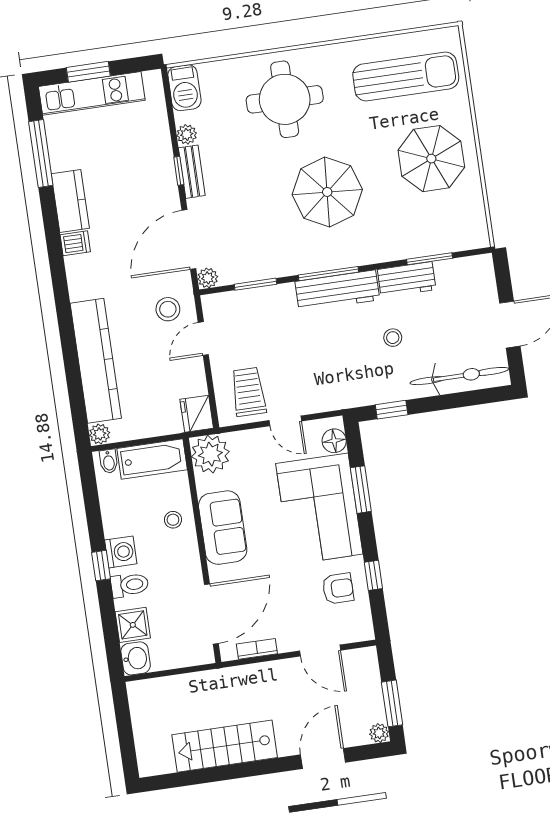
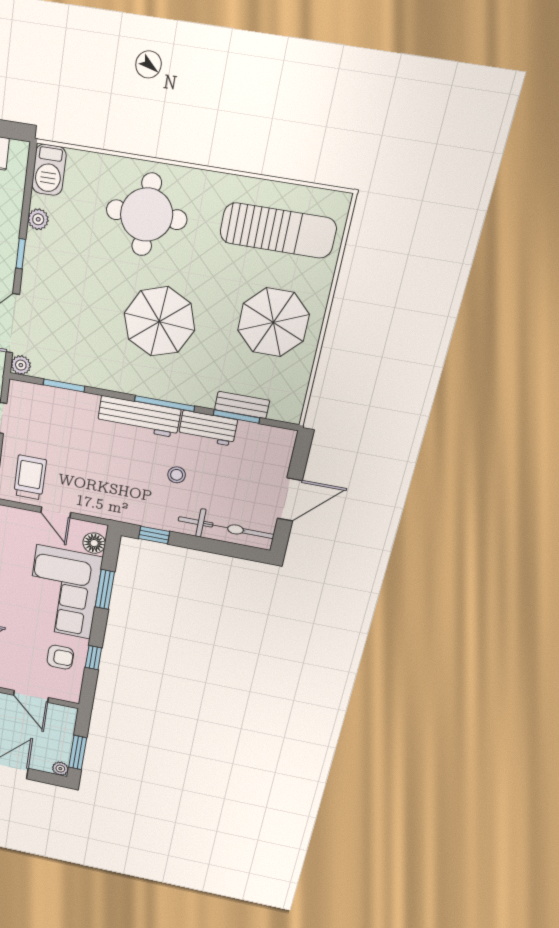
bench: (192, 172) -> (242, 405), moved, turned 90
window: (329, 274) -> (165, 404), moved

